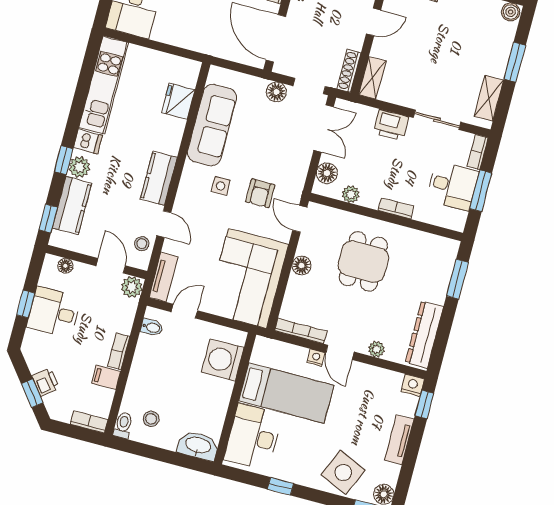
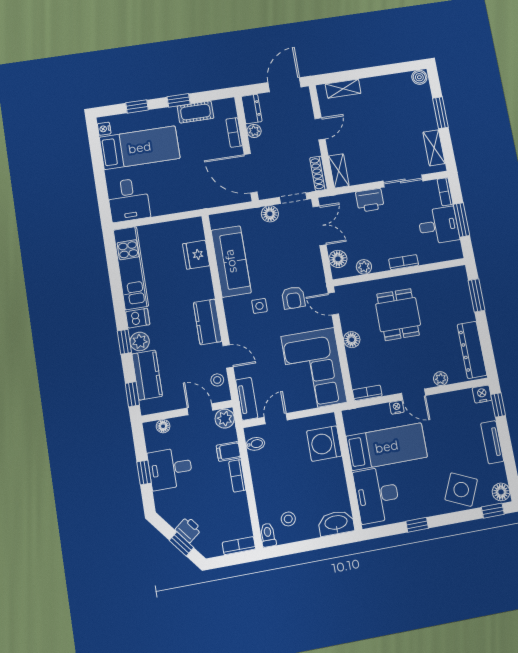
bookcase: (301, 331) -> (367, 393), width x0.64
filing cabinet: (106, 377) -> (228, 451), moved

